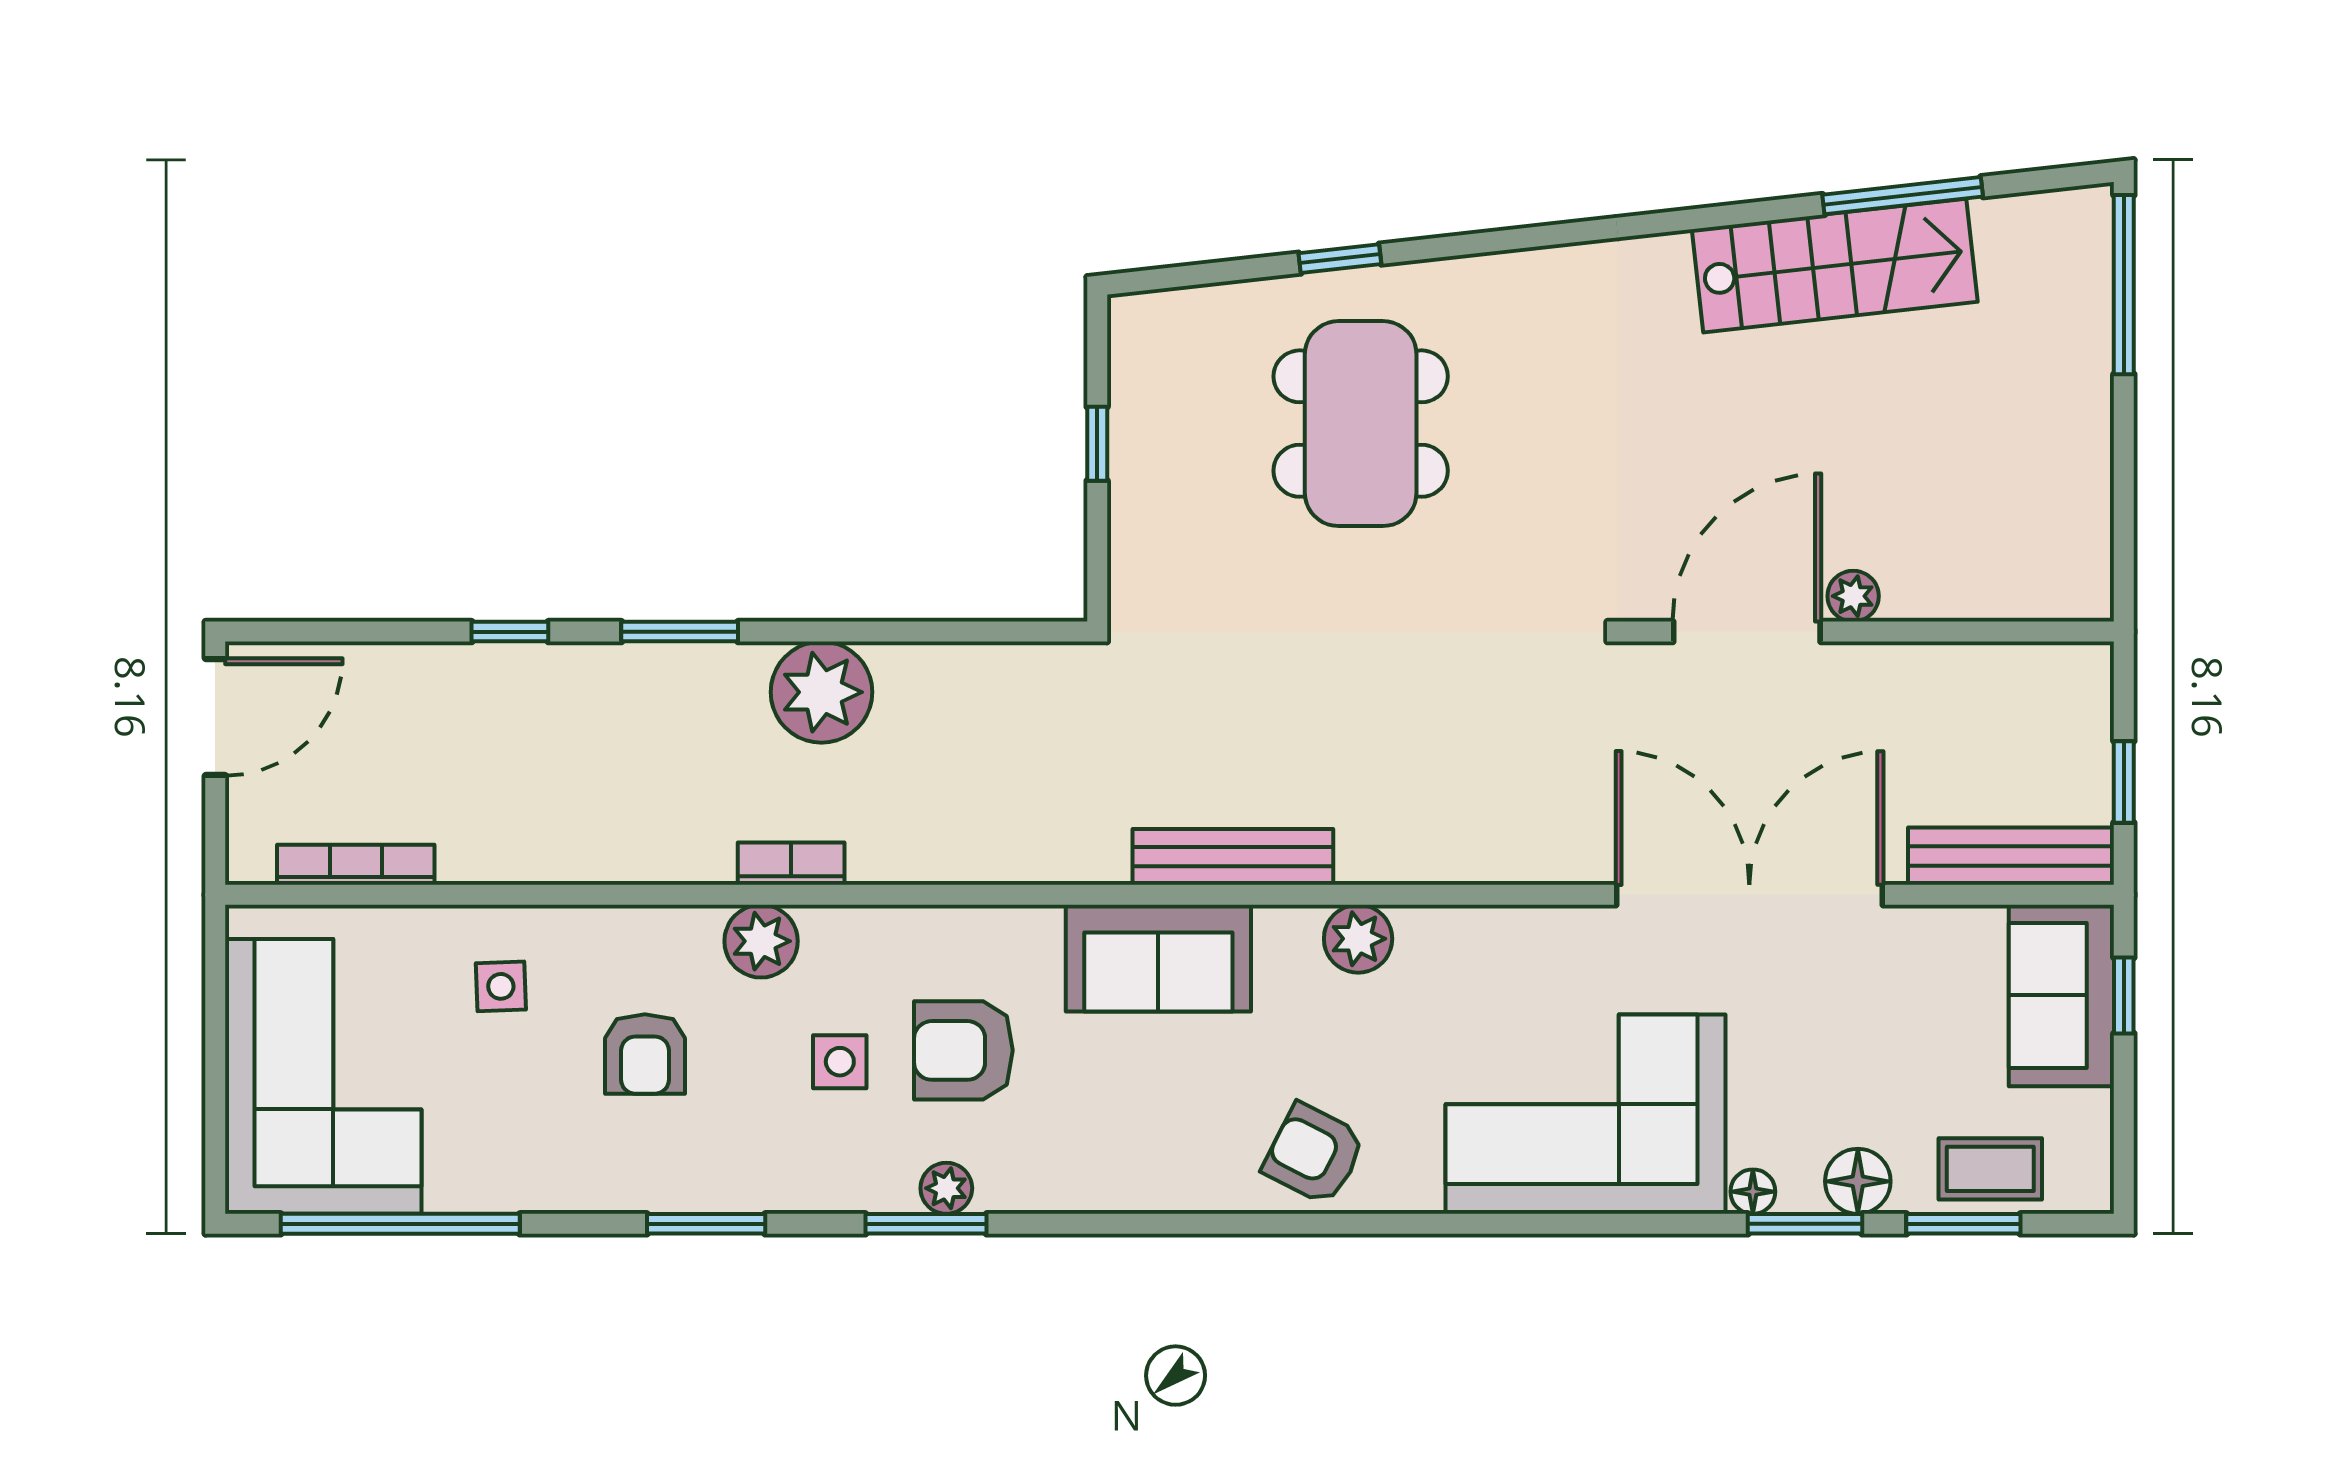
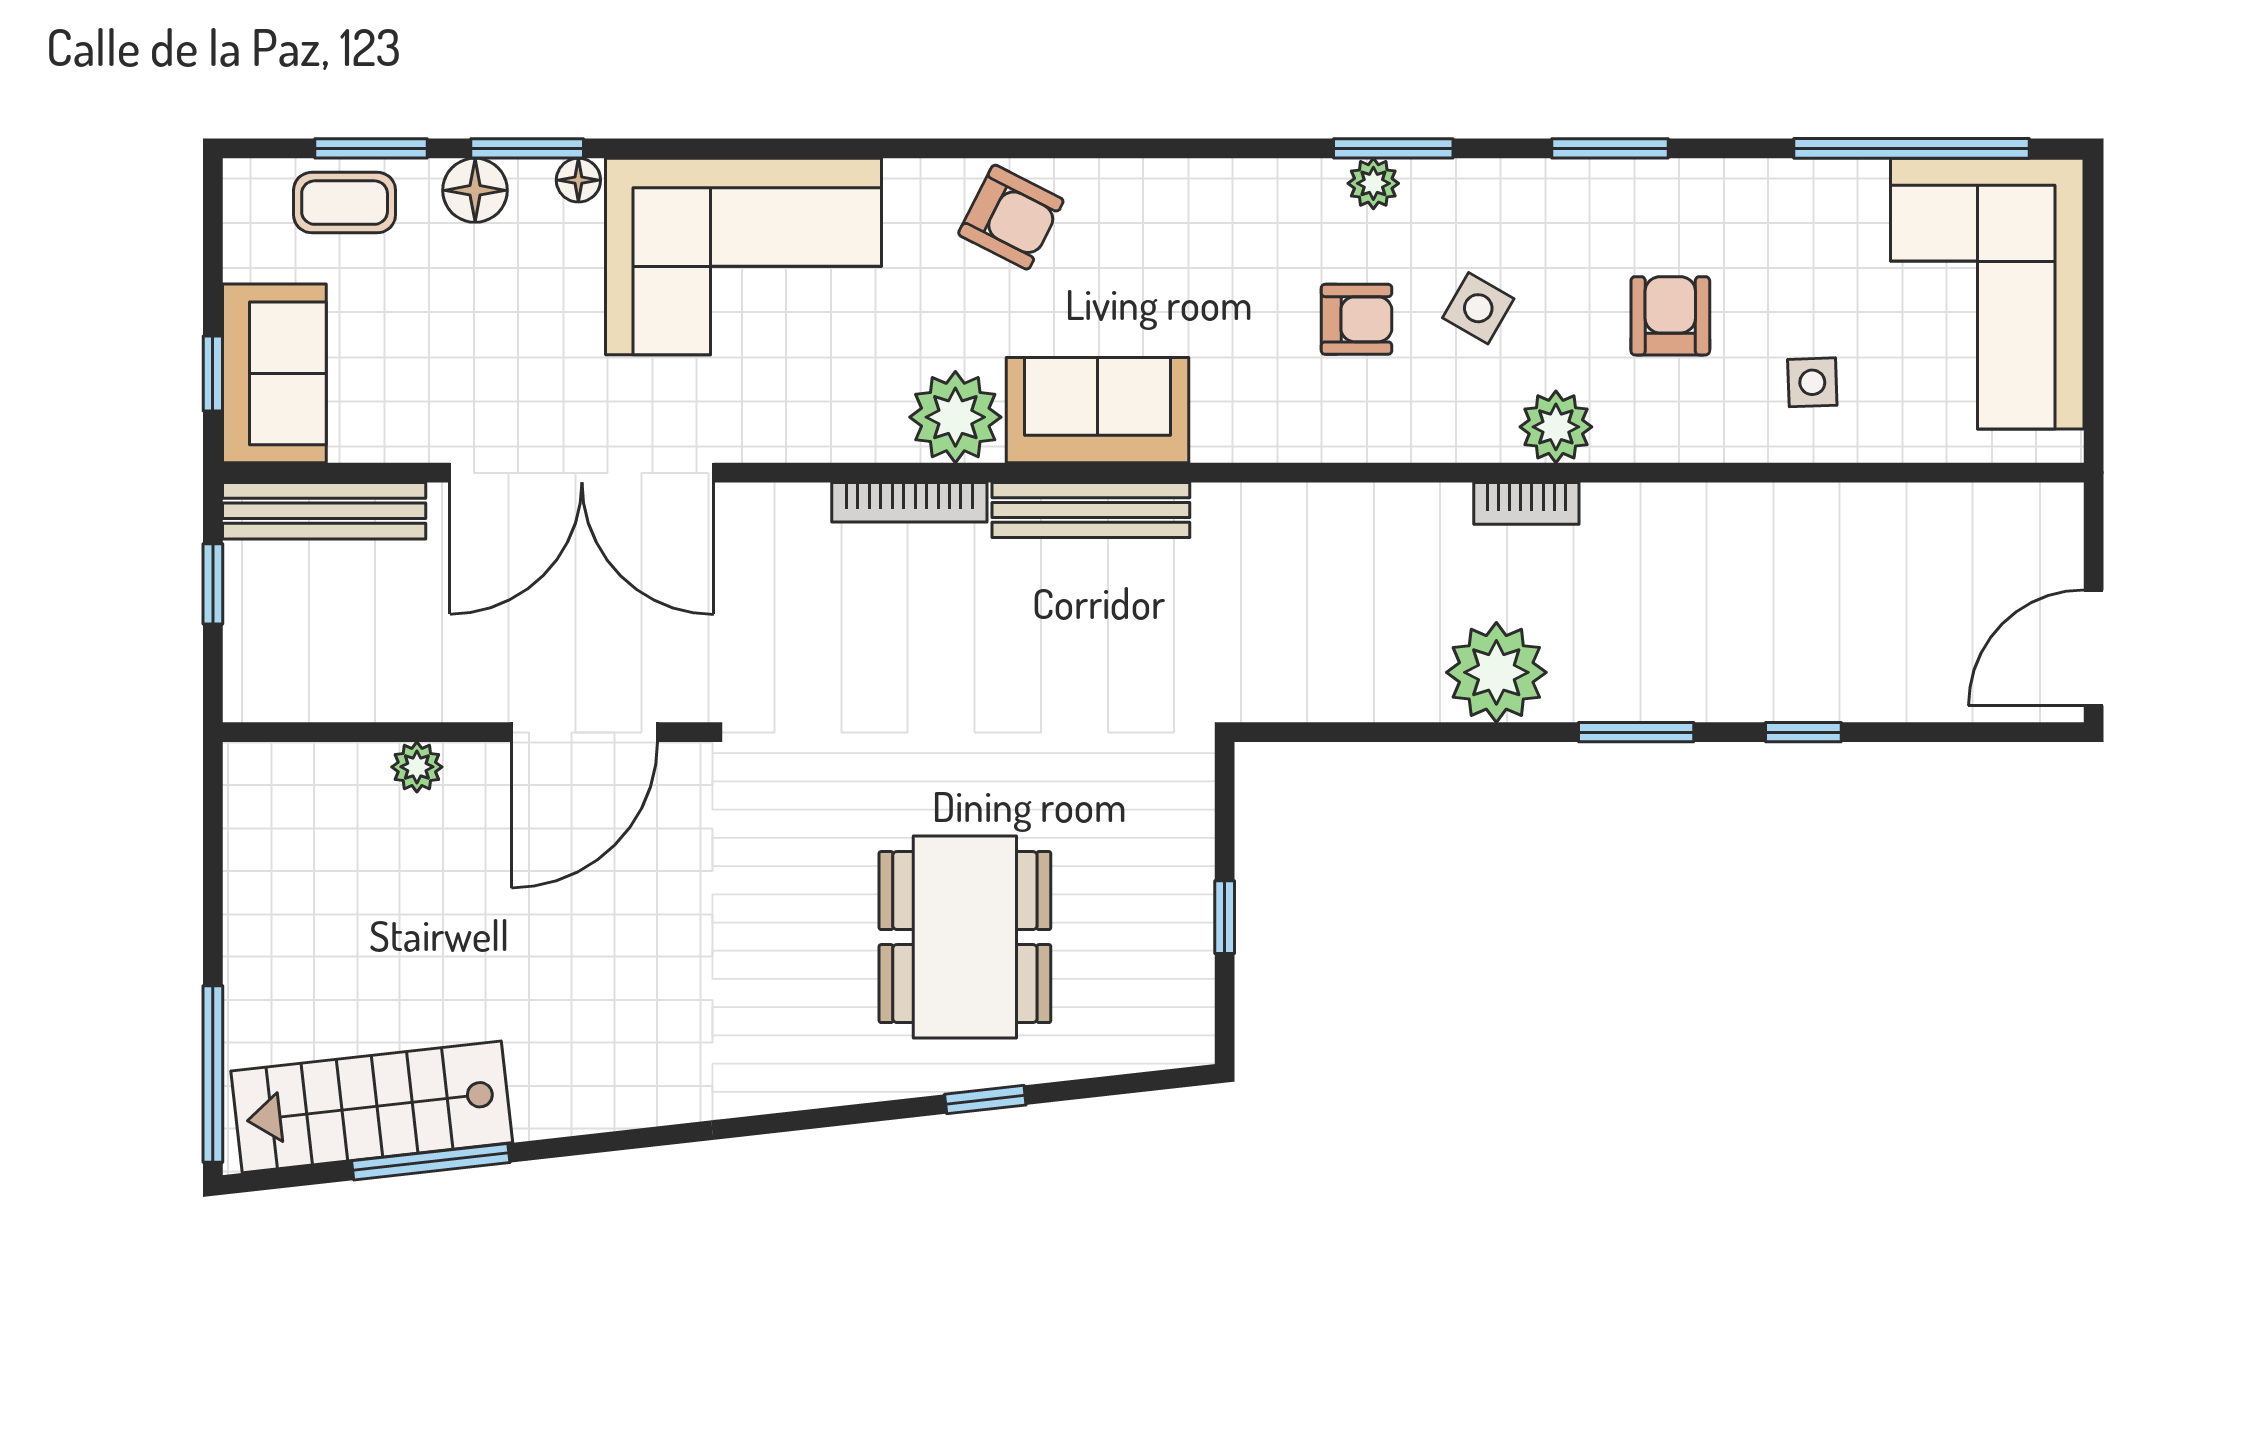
stairs: (1835, 266) -> (372, 1107), moved
plant: (1853, 596) -> (417, 767), moved
bookcase: (356, 865) -> (909, 502), moved
plant: (1358, 939) -> (955, 417), width x1.36, depth x1.36
sofa: (1158, 958) -> (1097, 410), moved
armchair: (963, 1050) -> (1357, 319), width x0.72, depth x0.72
side table: (840, 1062) -> (1478, 308), turned 30

